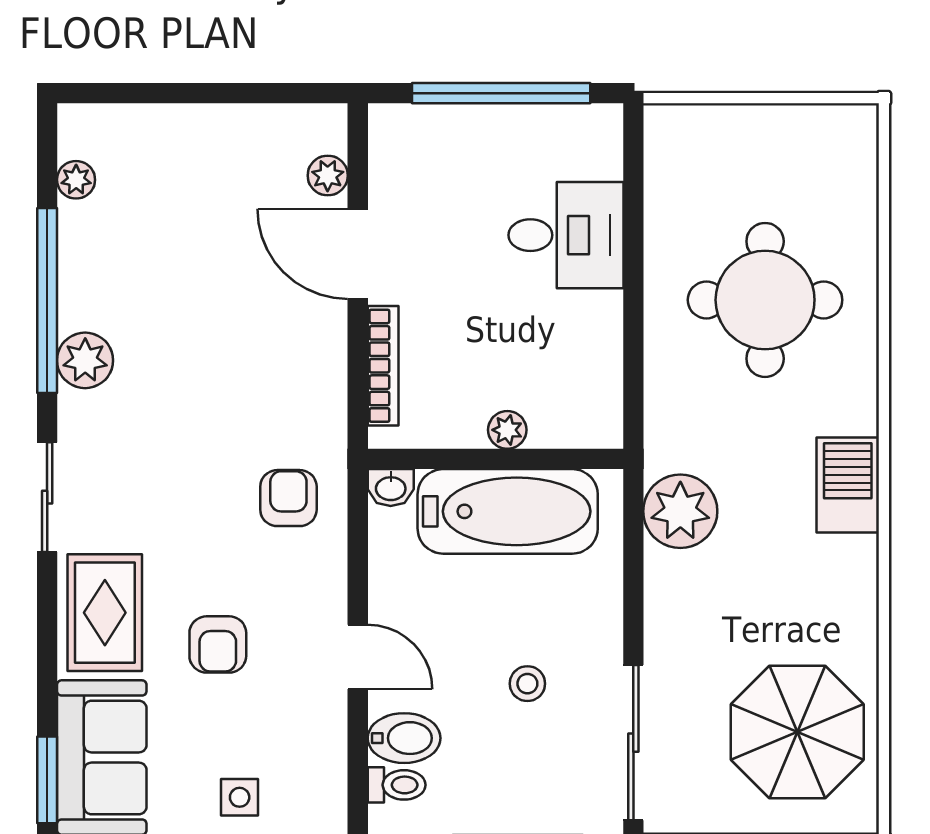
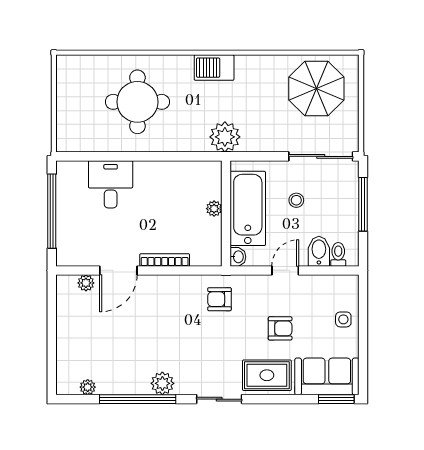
plant: (507, 430) -> (214, 209), moved
wall: (496, 459) -> (226, 213), moved
washbasin: (391, 488) -> (238, 257), moved
bathtub: (508, 511) -> (248, 208), moved

